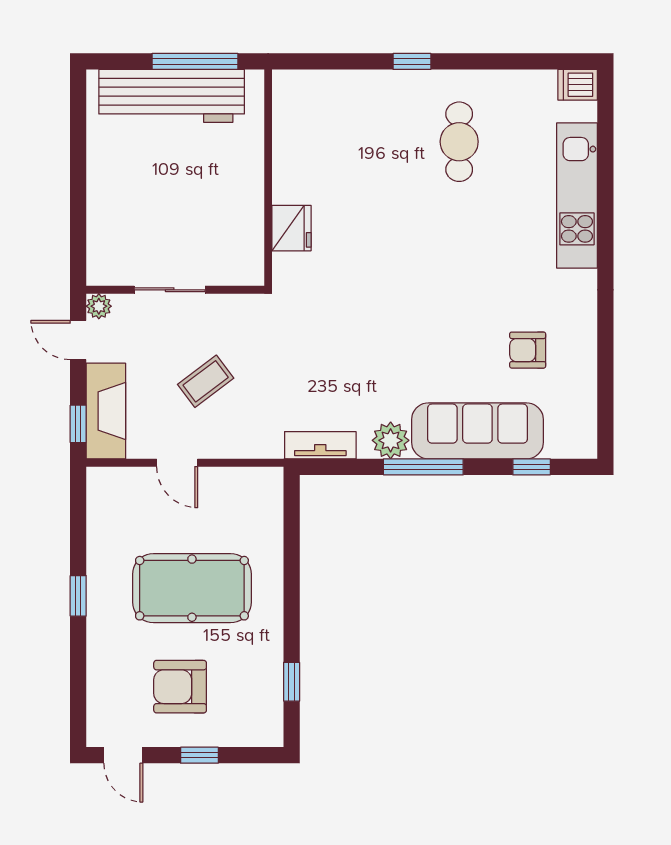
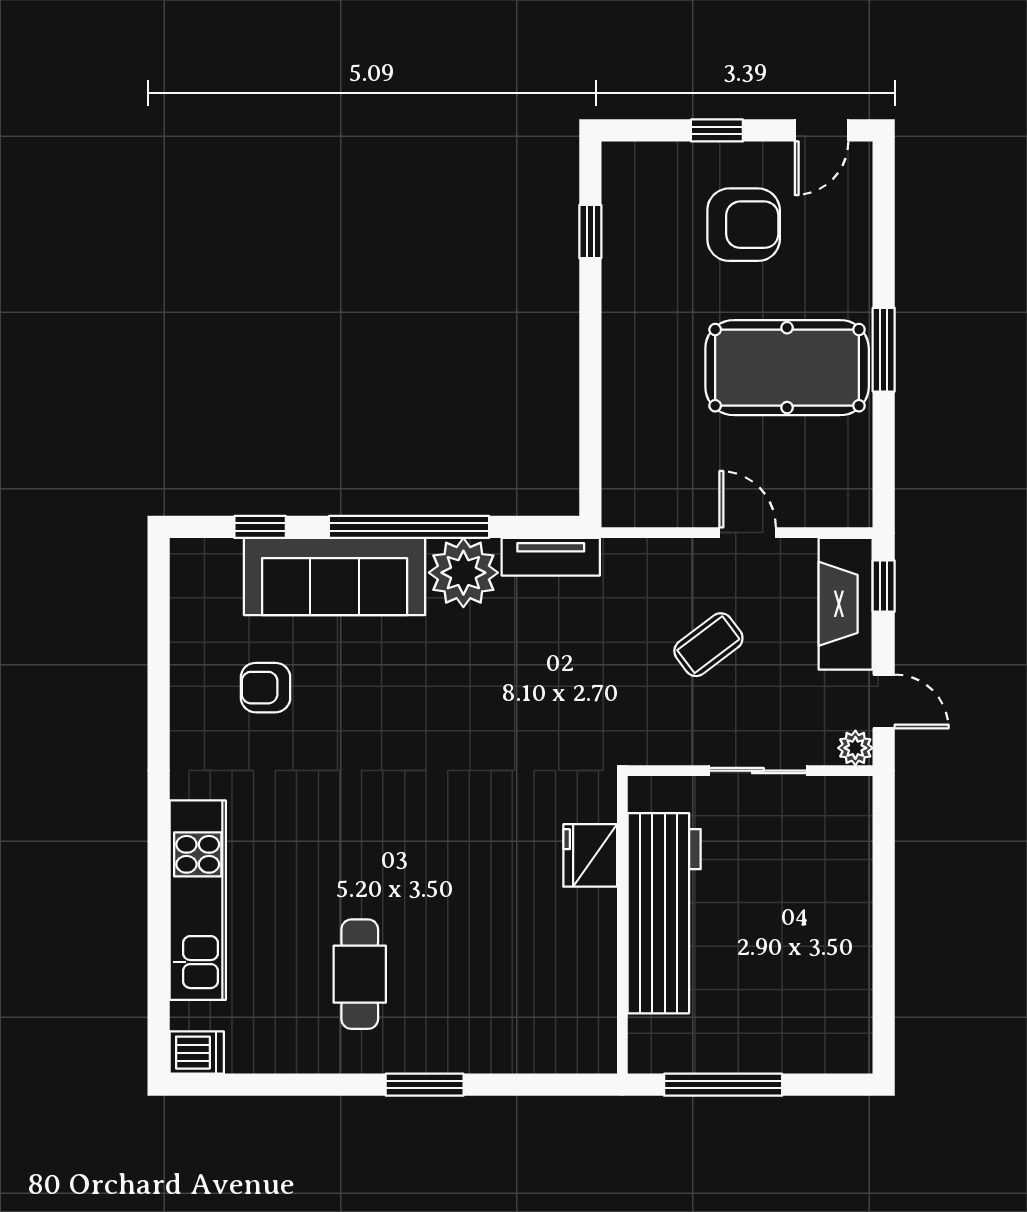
window: (412, 61) -> (425, 1085), width x1.50
workbench: (172, 96) -> (664, 913), moved, turned 90
armchair: (528, 350) -> (266, 688), turned 180
plant: (391, 440) -> (463, 573), width x1.36, depth x1.36
window: (423, 467) -> (409, 527), width x1.46
pool table: (192, 588) -> (787, 368), moved
window: (78, 596) -> (884, 350), width x1.50
door: (123, 755) -> (822, 130), swing flipped

